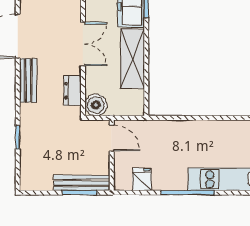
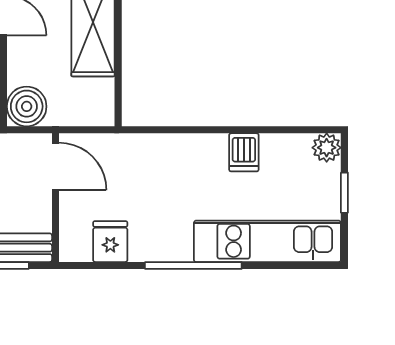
dishwasher: (216, 130) -> (244, 152), added

